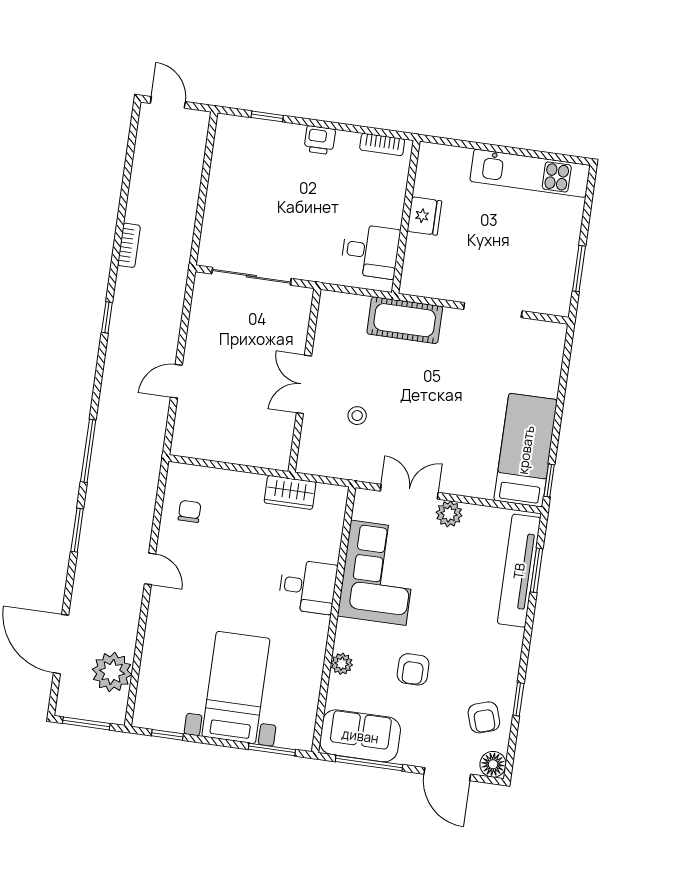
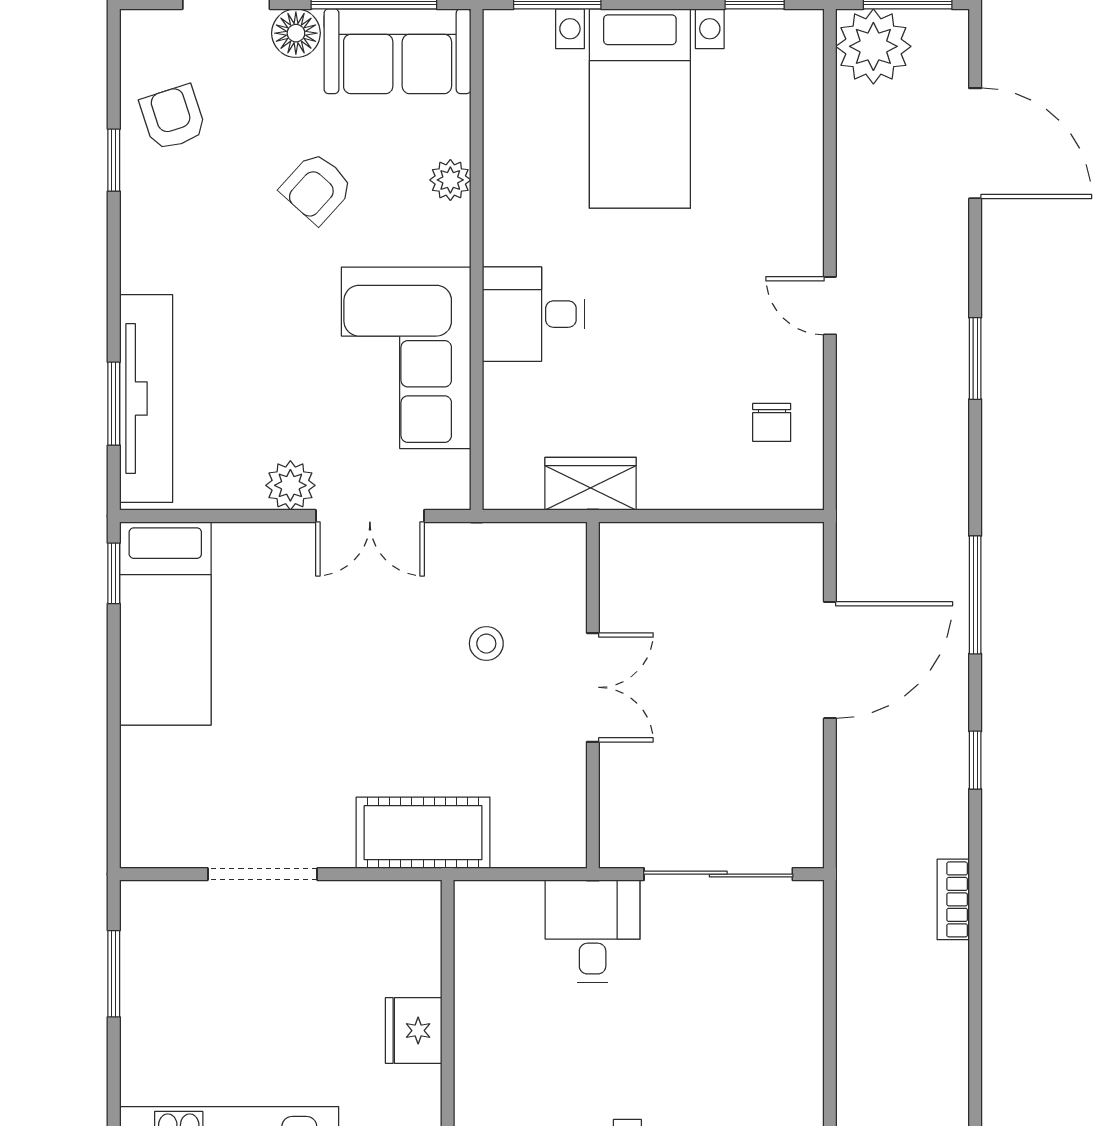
desk: (370, 251) -> (593, 931), moved, turned 90
door: (176, 381) -> (830, 660), width x1.88
window: (88, 451) -> (975, 595), moved
armchair: (413, 669) -> (317, 188), turned -138
plant: (112, 672) -> (873, 46), moved
floor lamp: (493, 764) -> (296, 33), moved

